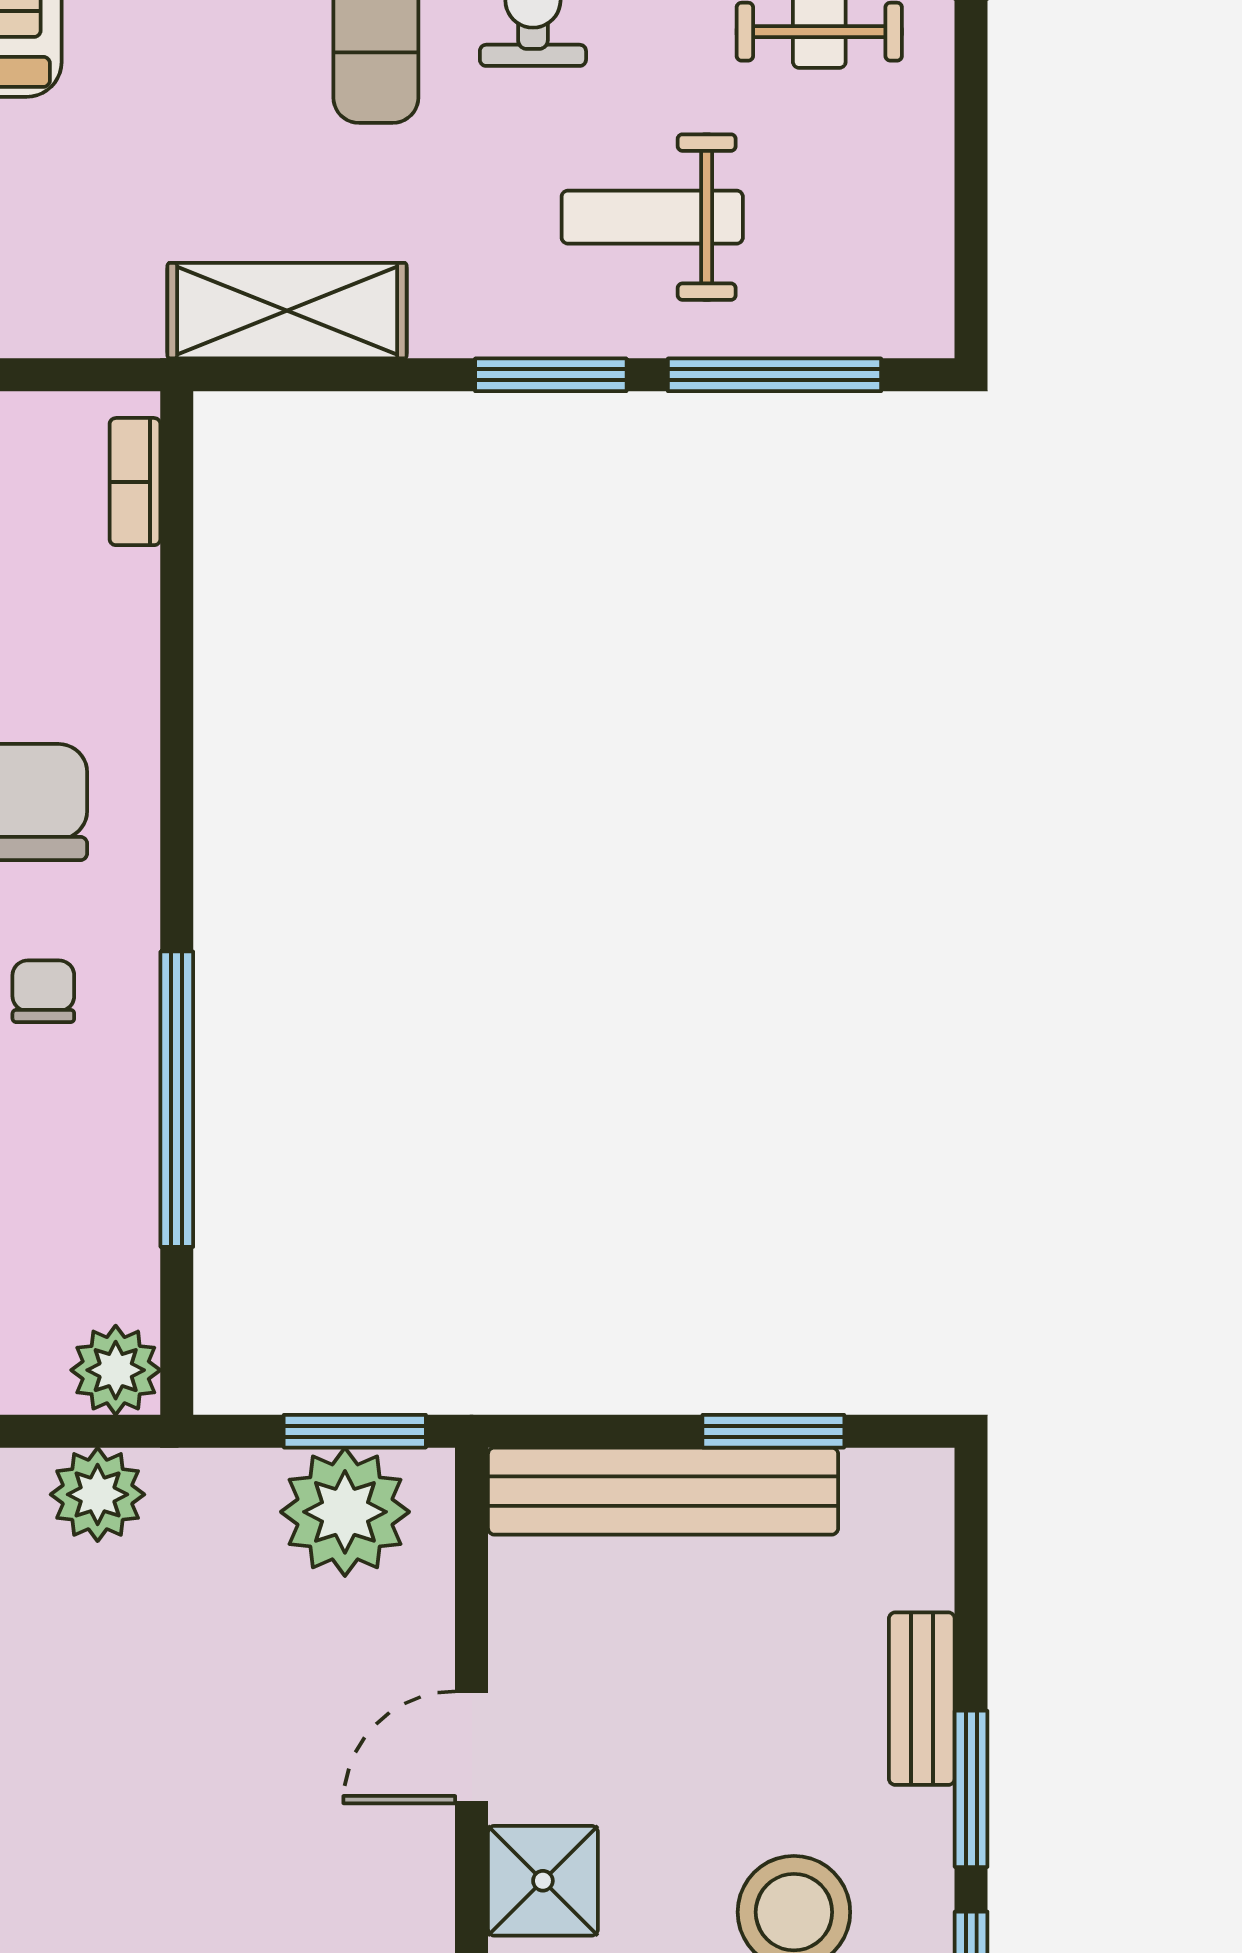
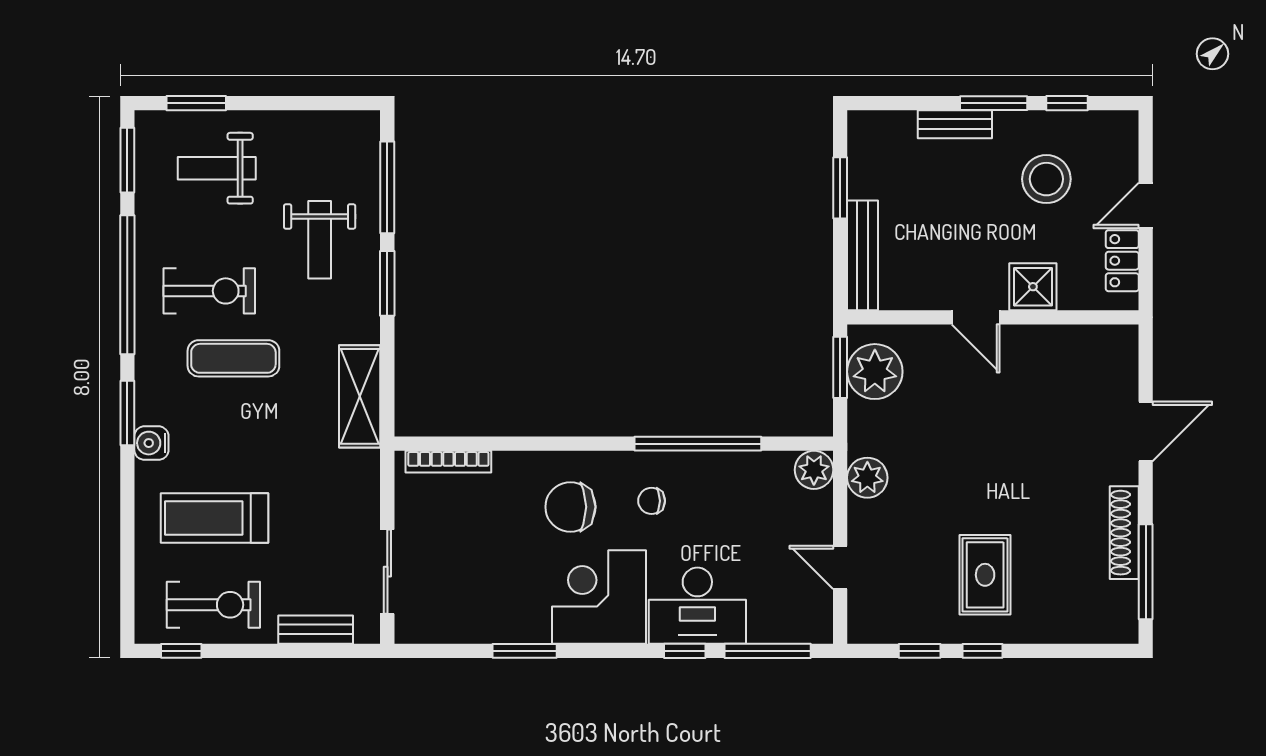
bookcase: (135, 482) -> (448, 462), width x1.56
bench: (663, 1491) -> (863, 255), width x0.73, depth x0.82

